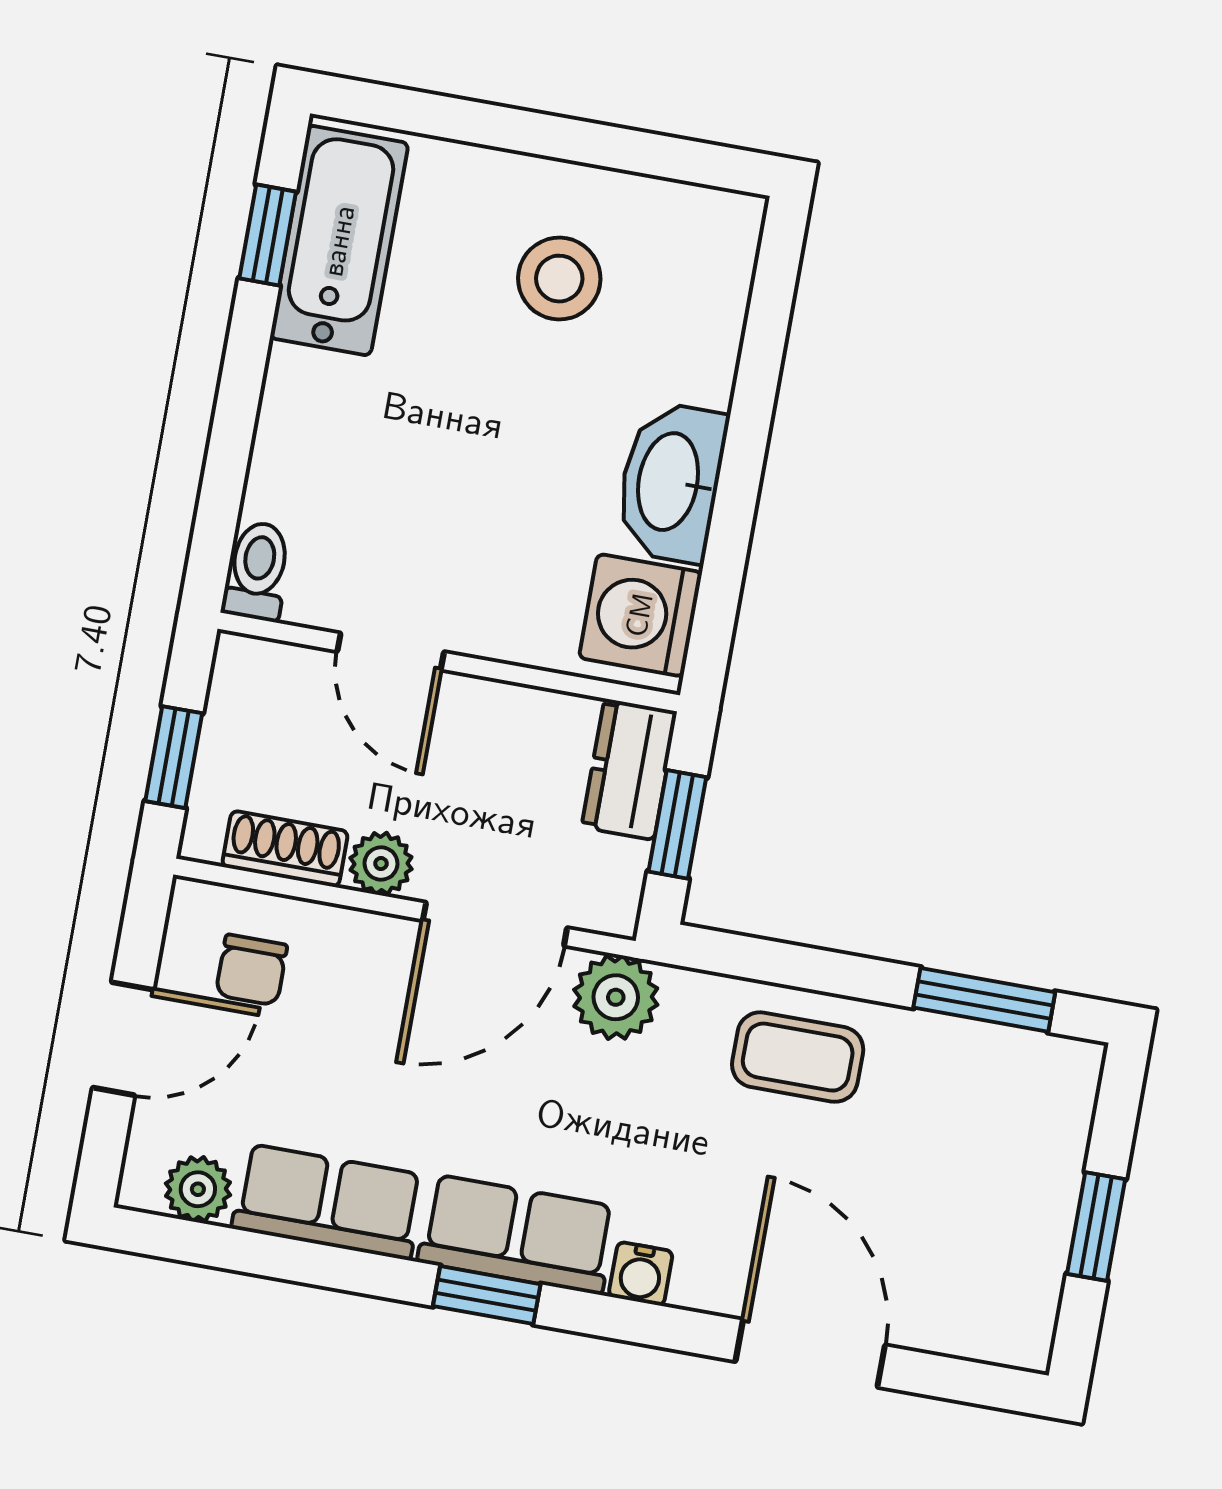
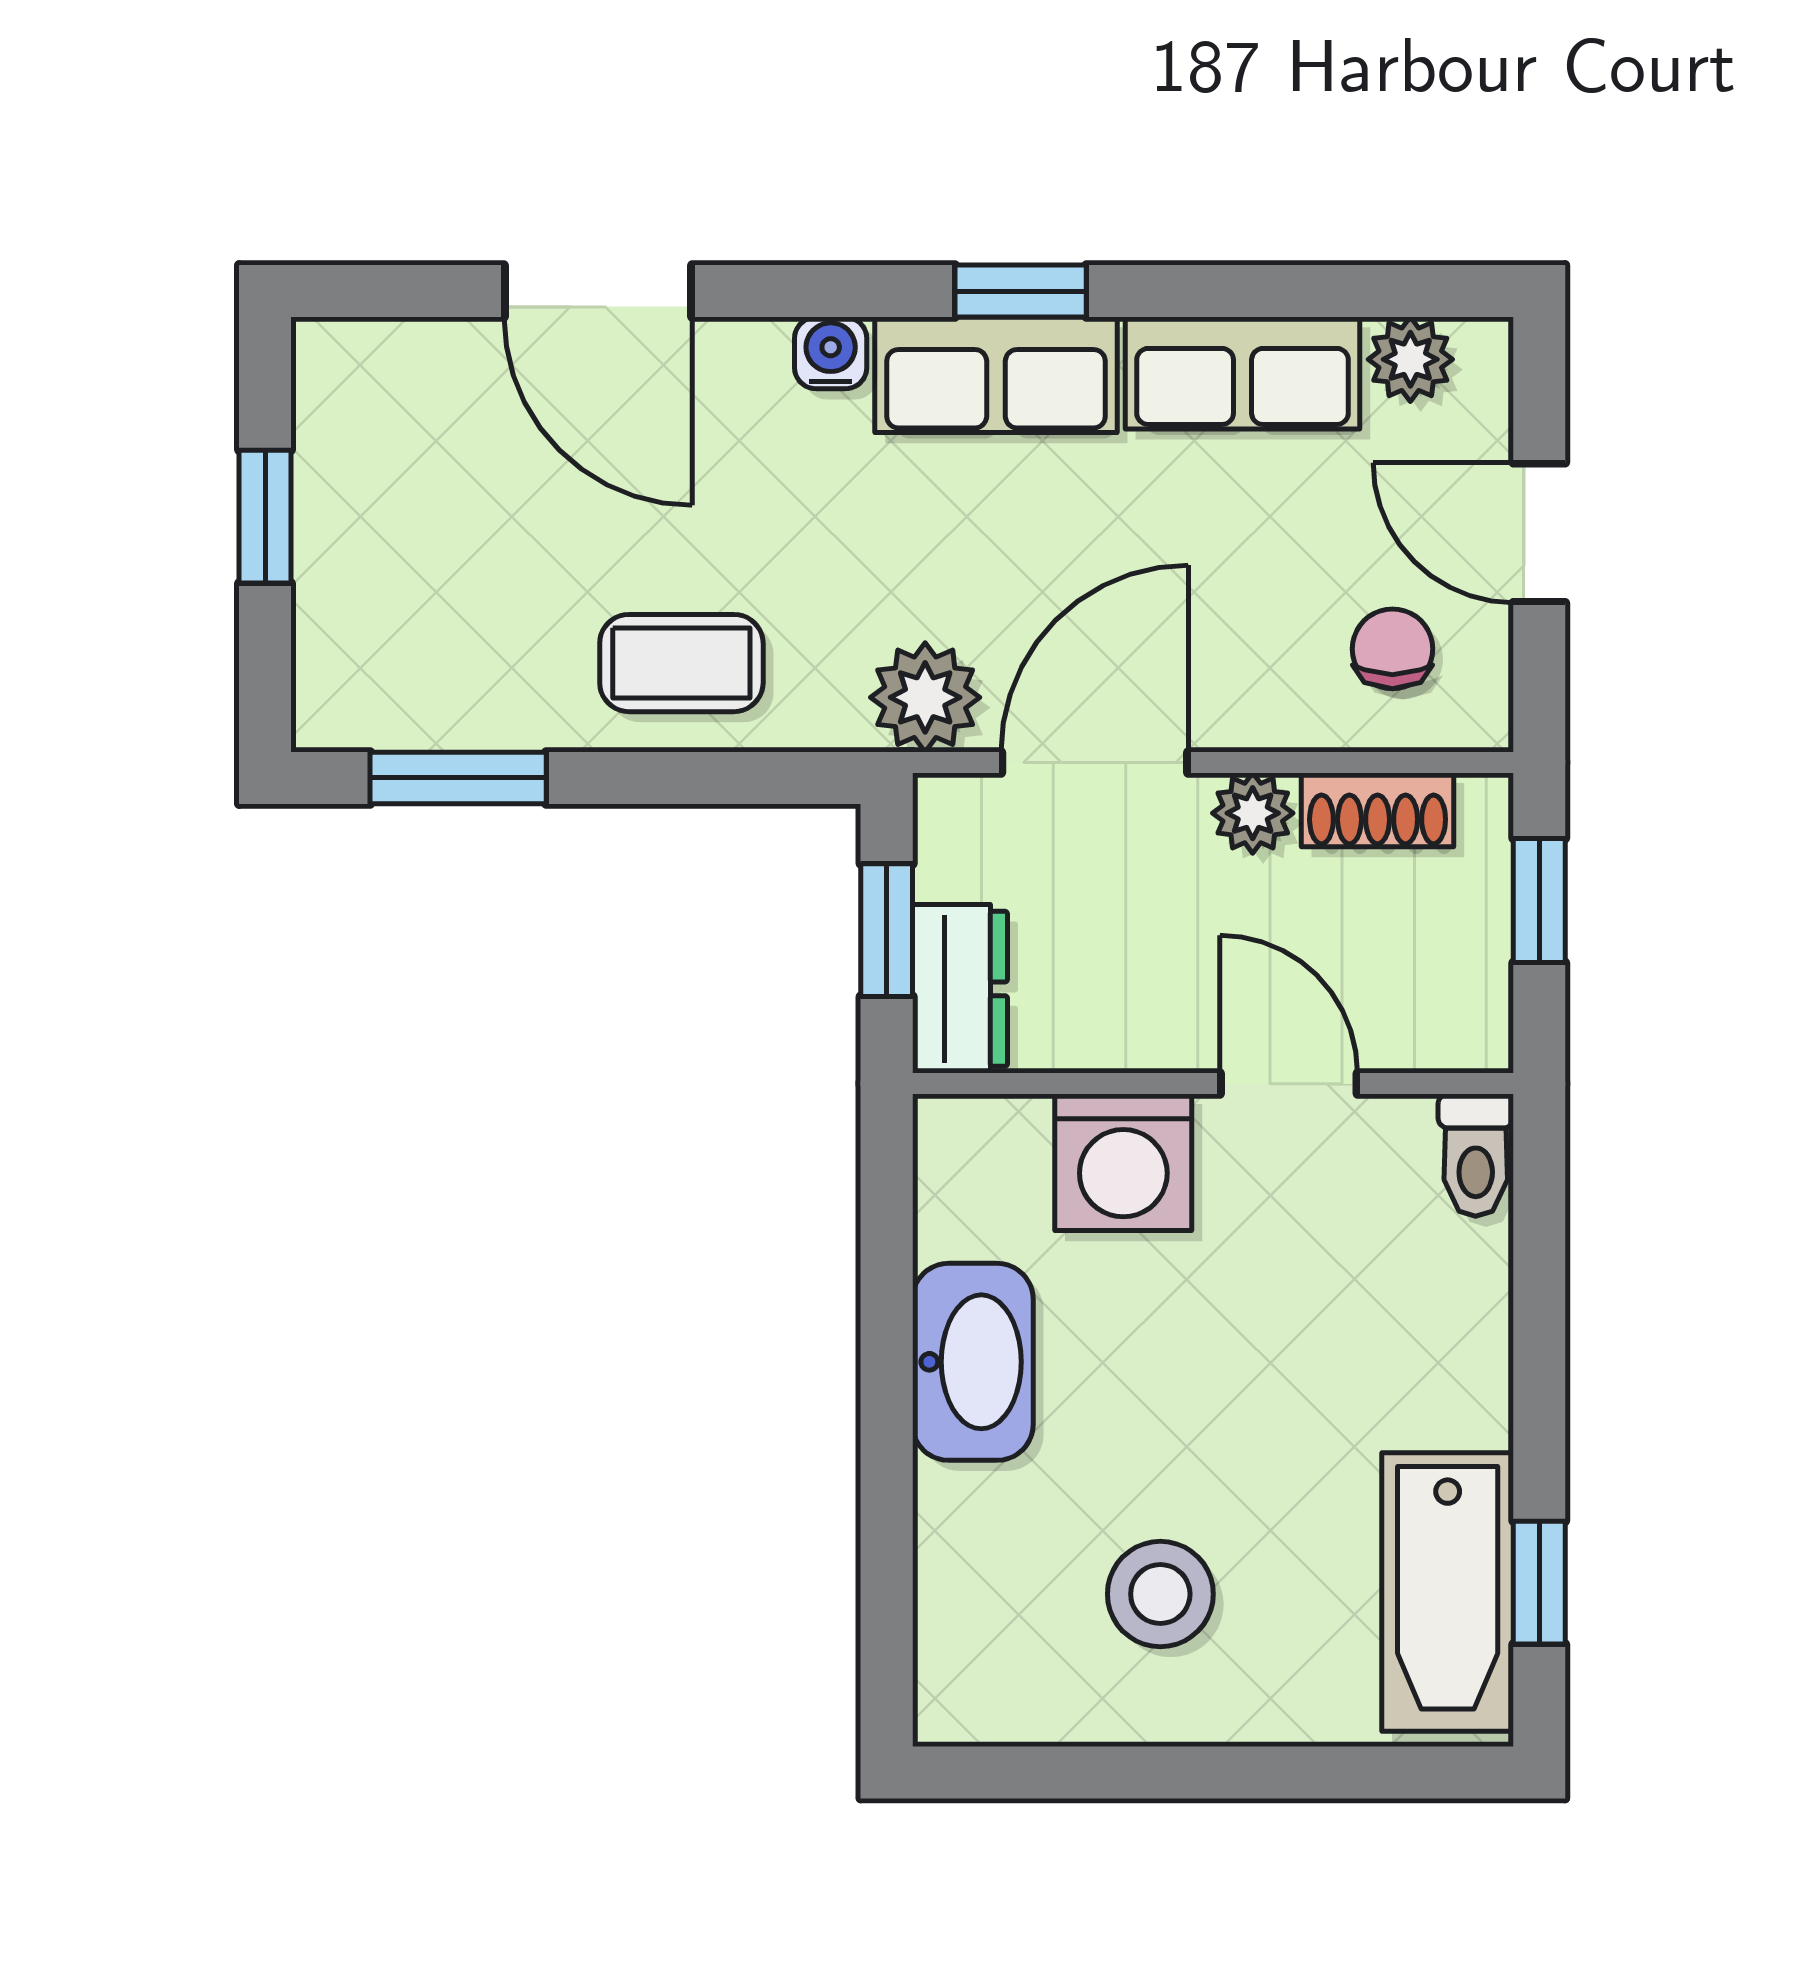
washing machine: (640, 615) -> (1123, 1162), moved, turned 90
door: (123, 1039) -> (1539, 533), hinge flipped

